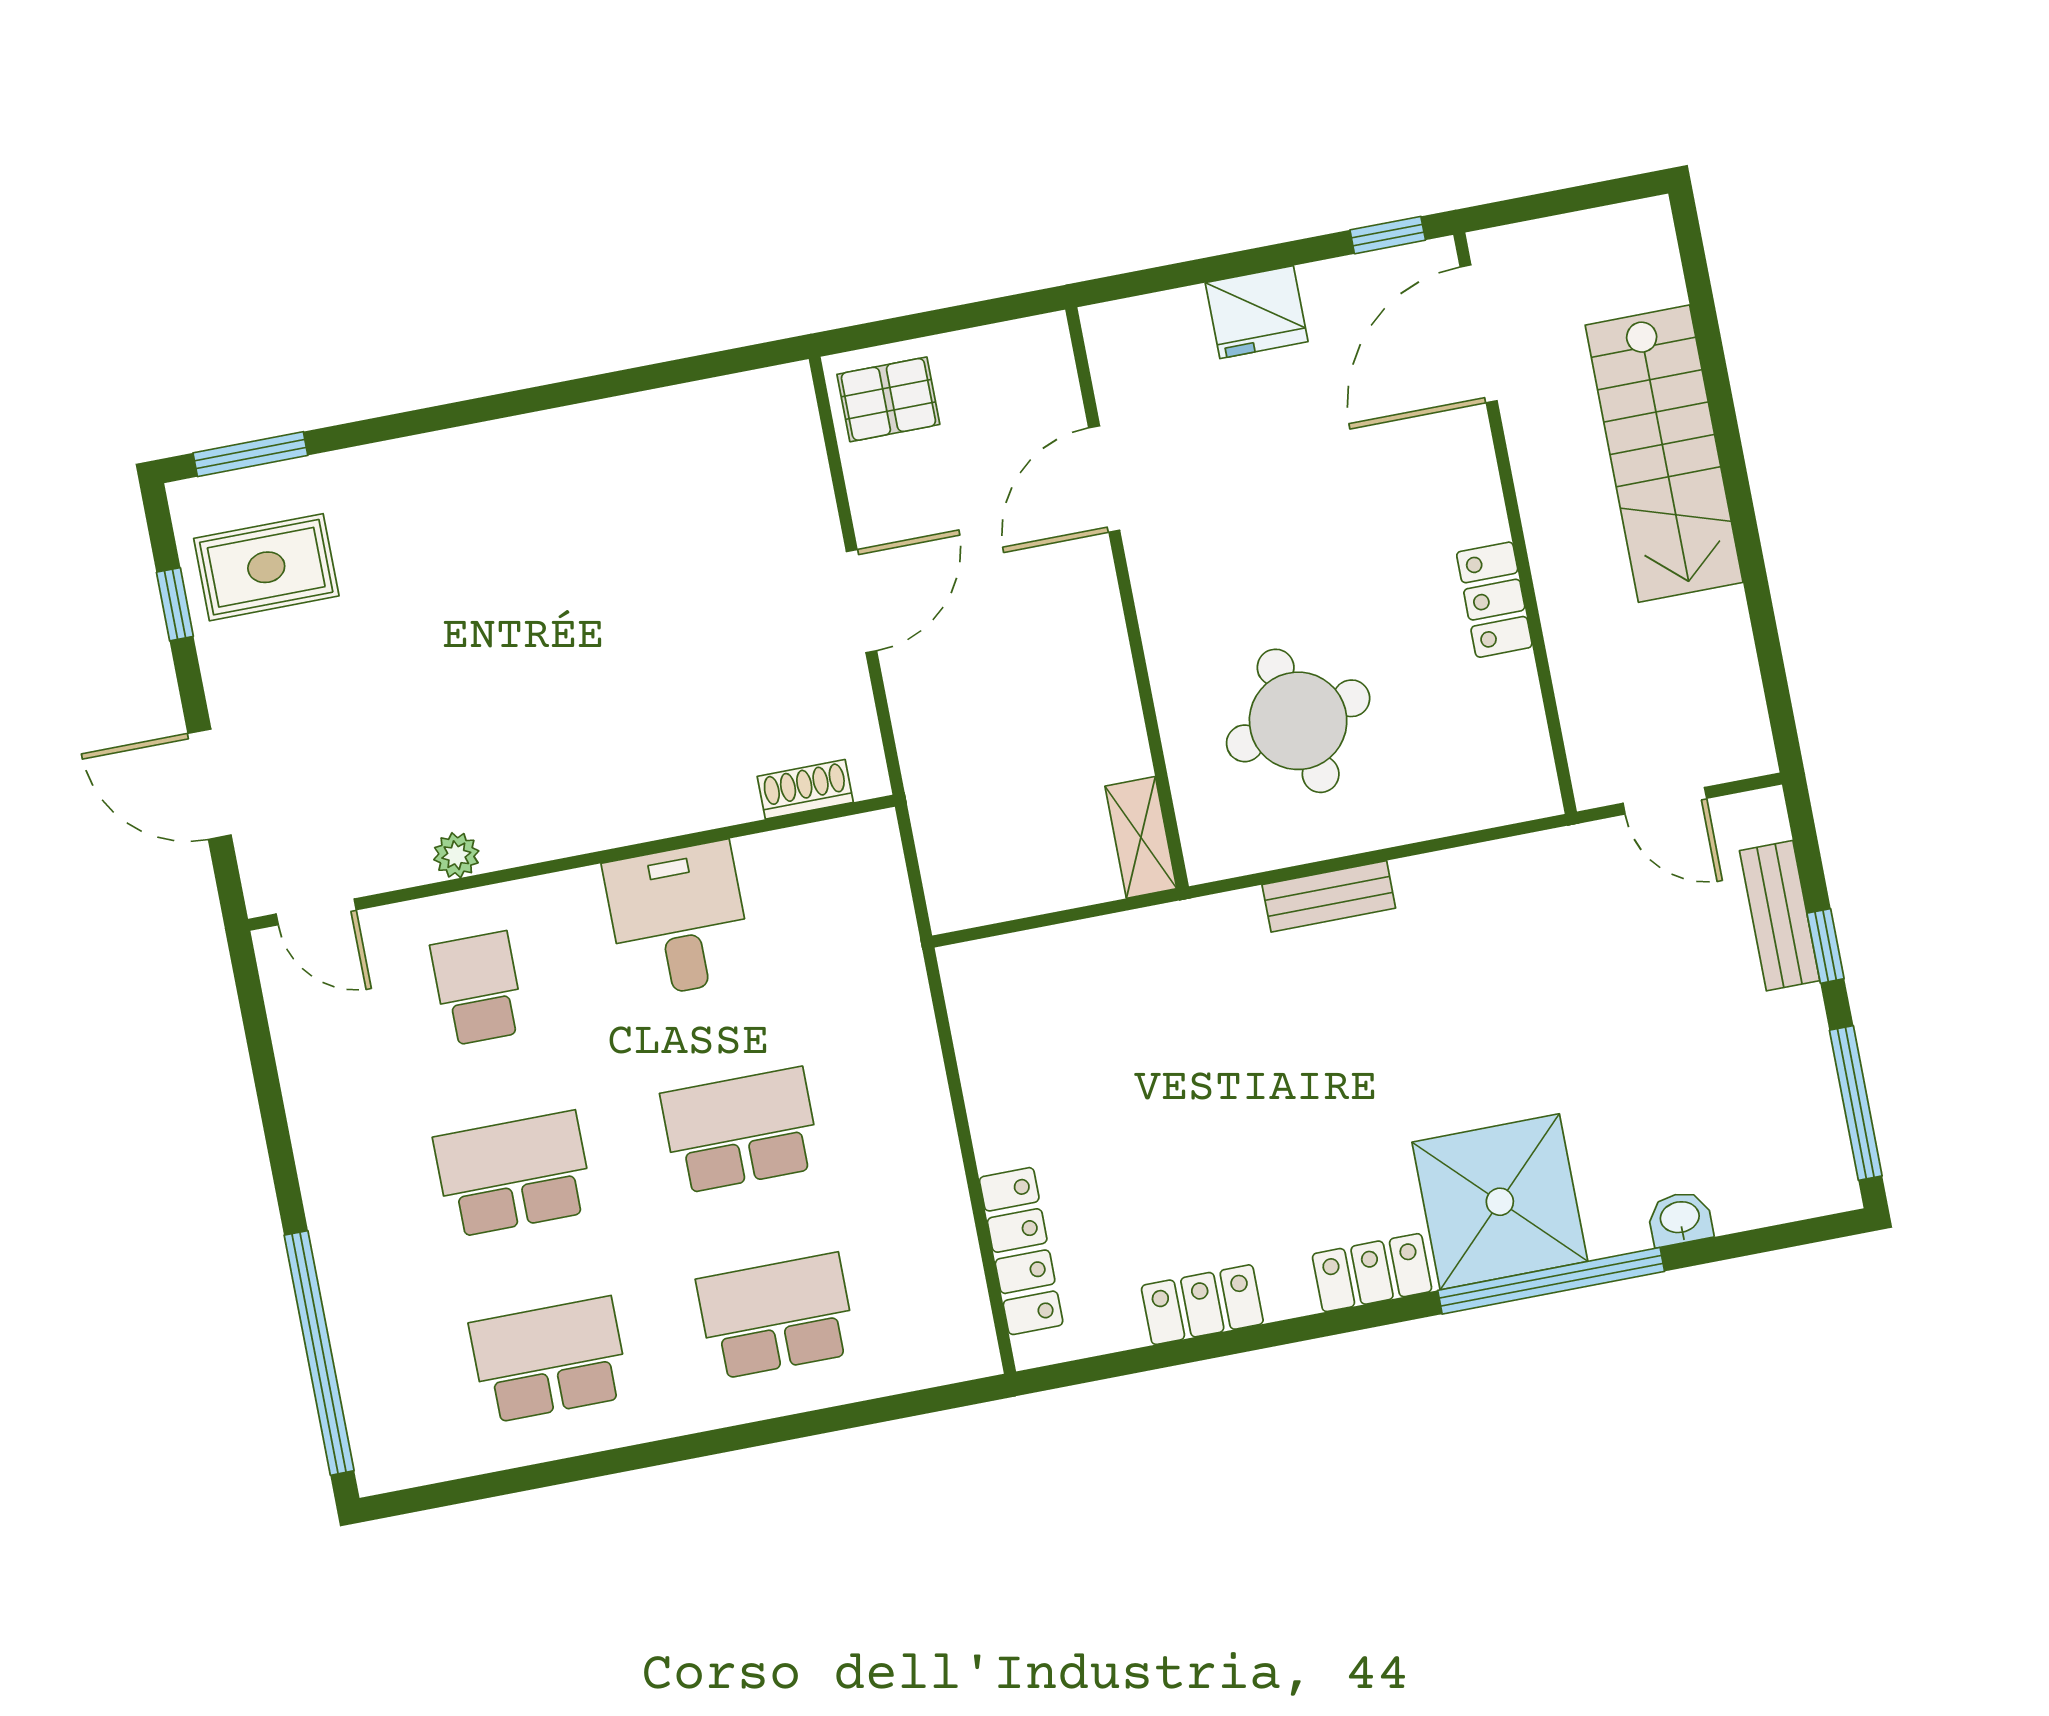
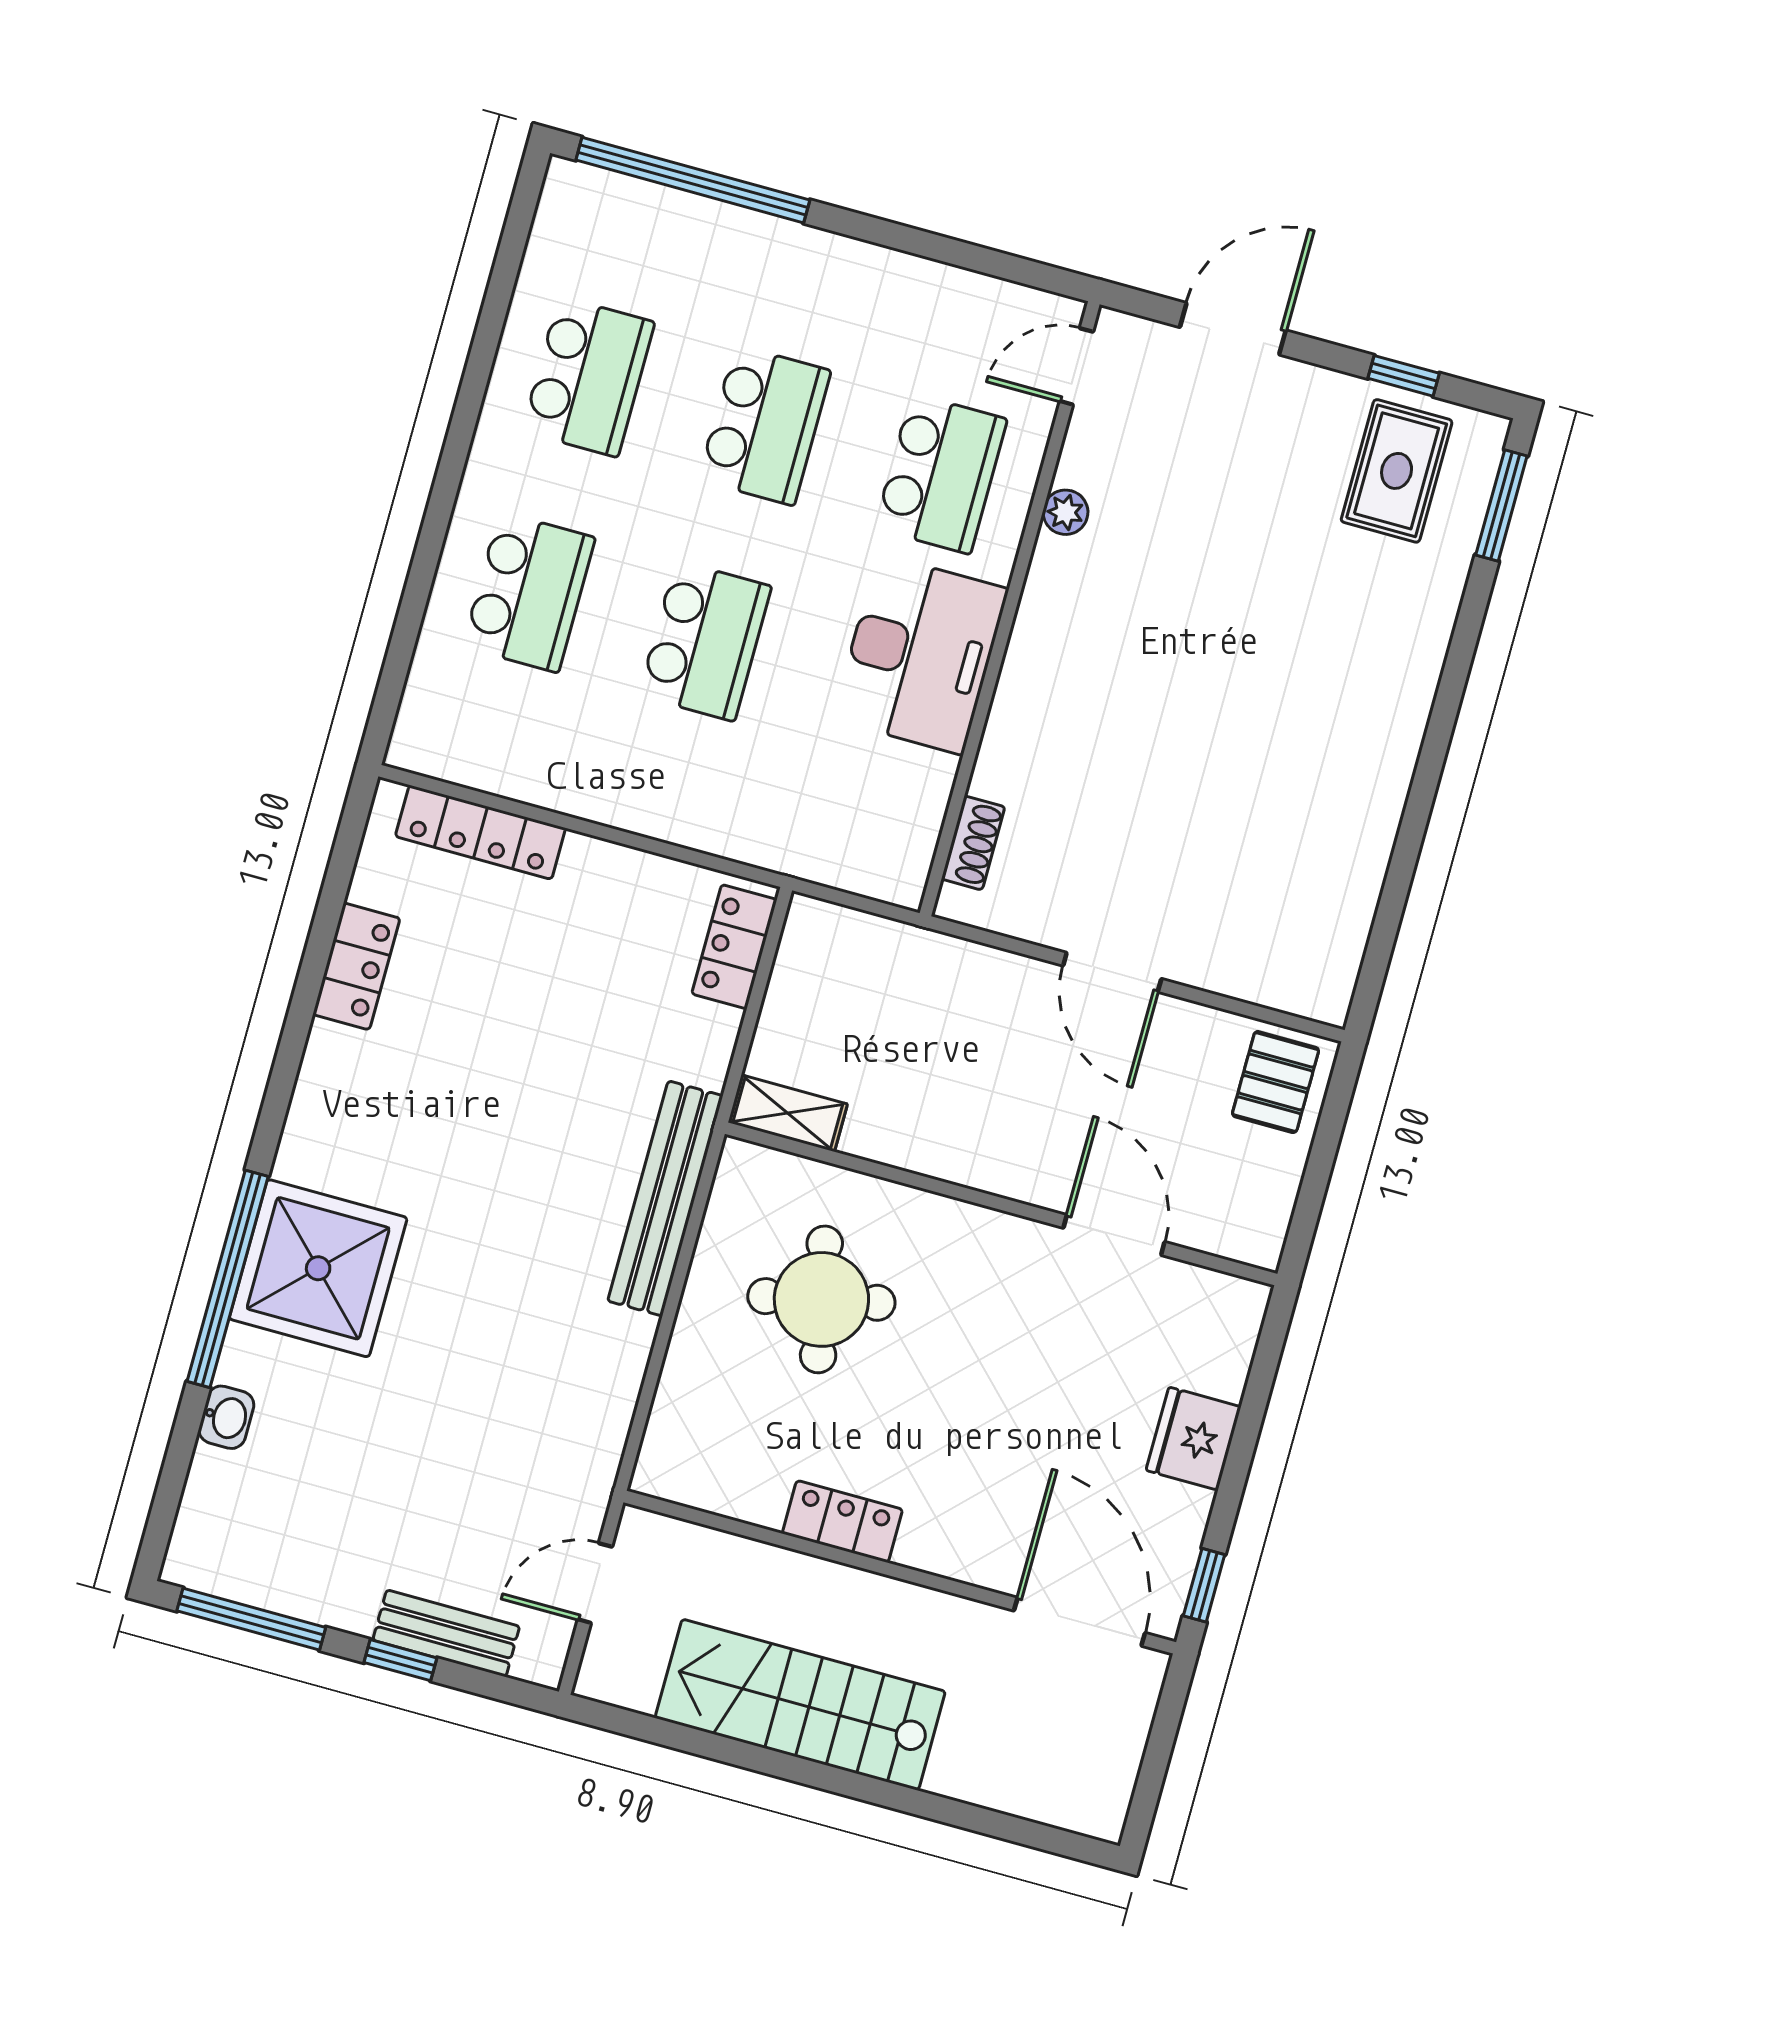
stairs: (1664, 454) -> (800, 1705), moved
bench: (1329, 896) -> (665, 1198), width x1.86, depth x1.21
desk: (678, 920) -> (920, 654), width x1.37
school desk: (478, 989) -> (941, 474), width x1.85
locker: (1372, 1273) -> (734, 947), moved, turned 180

